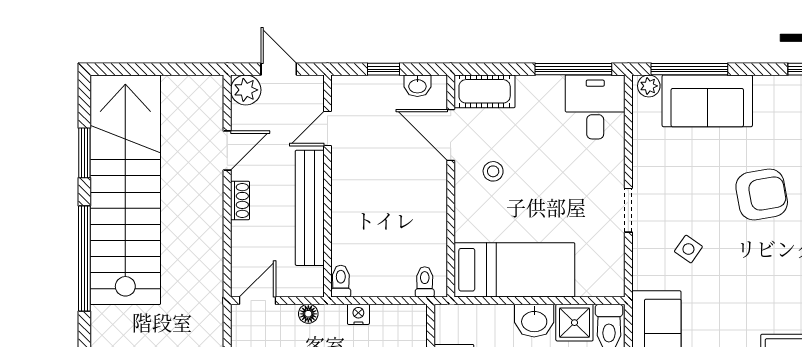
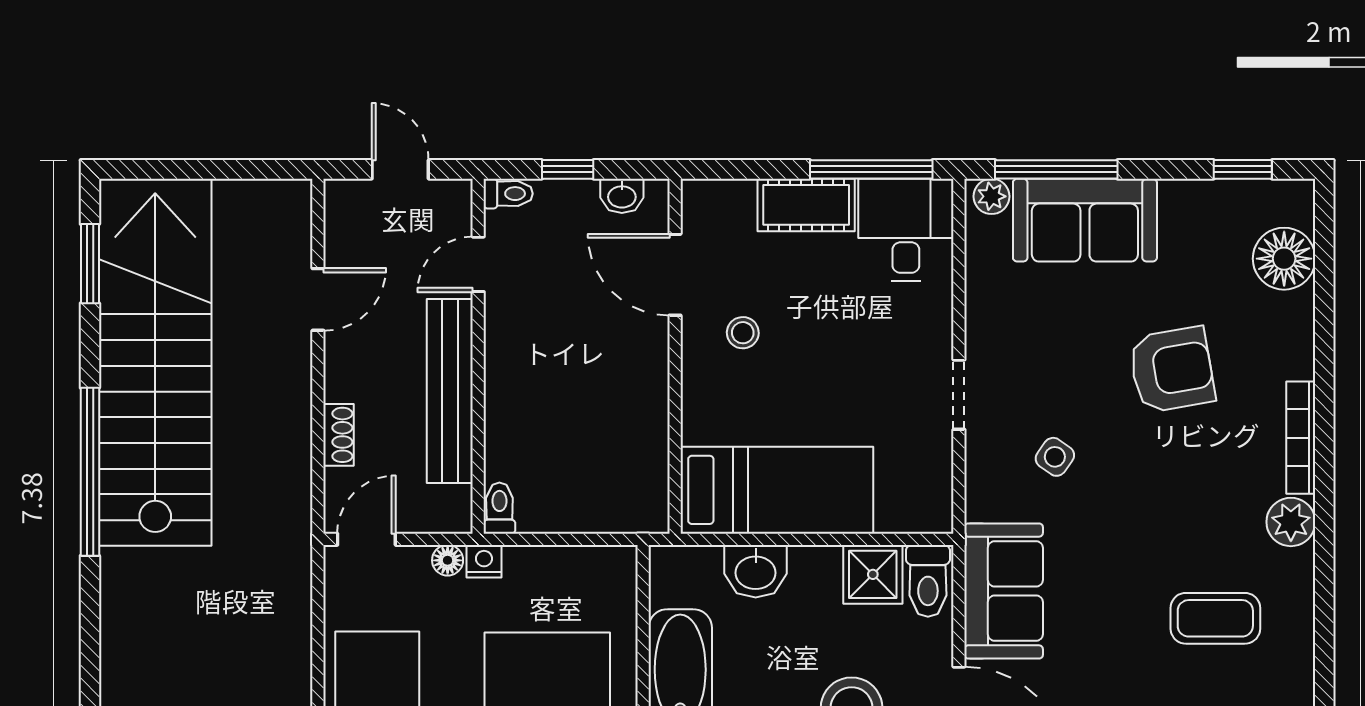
plant: (246, 90) -> (348, 203), removed
cot: (485, 91) -> (806, 205), moved
window: (84, 153) -> (90, 264), moved
shoe rack: (240, 200) -> (338, 435), moved
toilet: (425, 282) -> (508, 194), moved, turned 90
nightstand: (358, 314) -> (484, 561), moved
washbasin: (534, 321) -> (756, 571), moved

